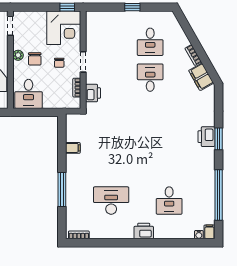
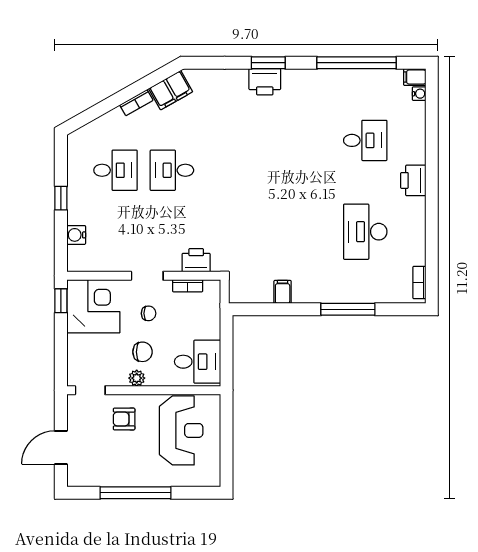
water cooler: (109, 17) -> (76, 235), added

